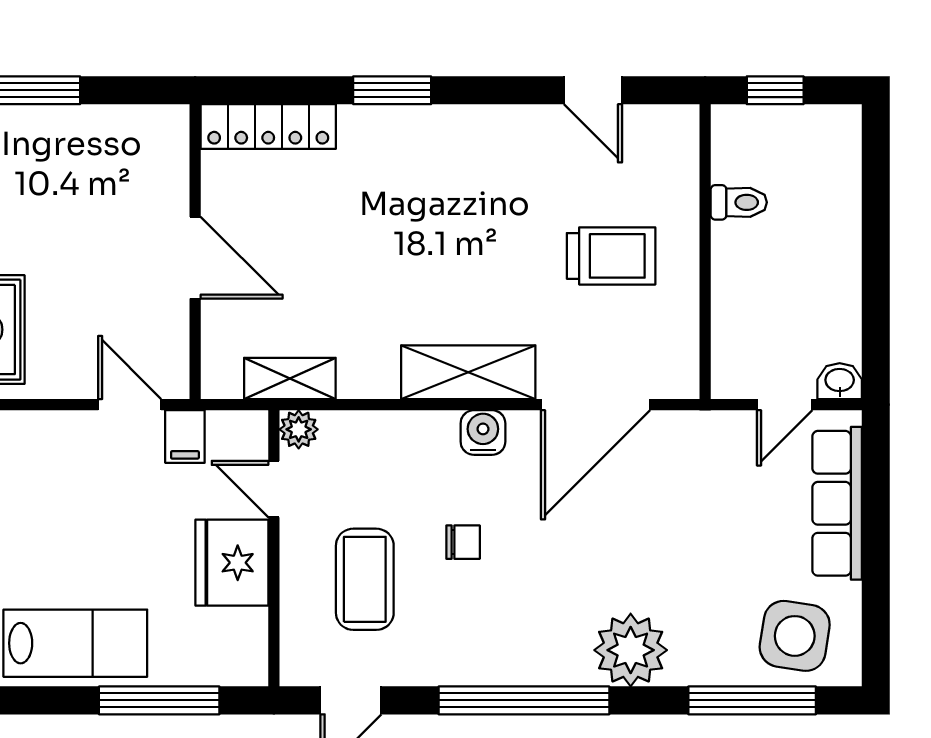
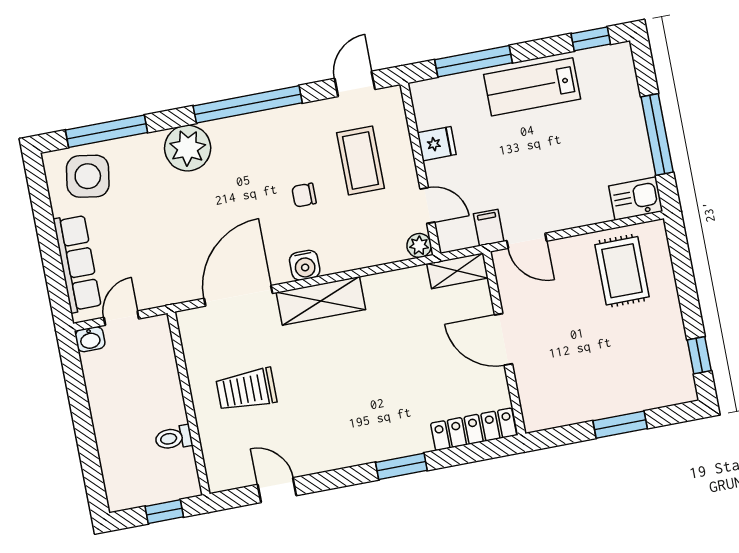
shelving: (290, 378) -> (457, 271), moved
fridge: (232, 563) -> (437, 144), width x0.53, depth x0.75

